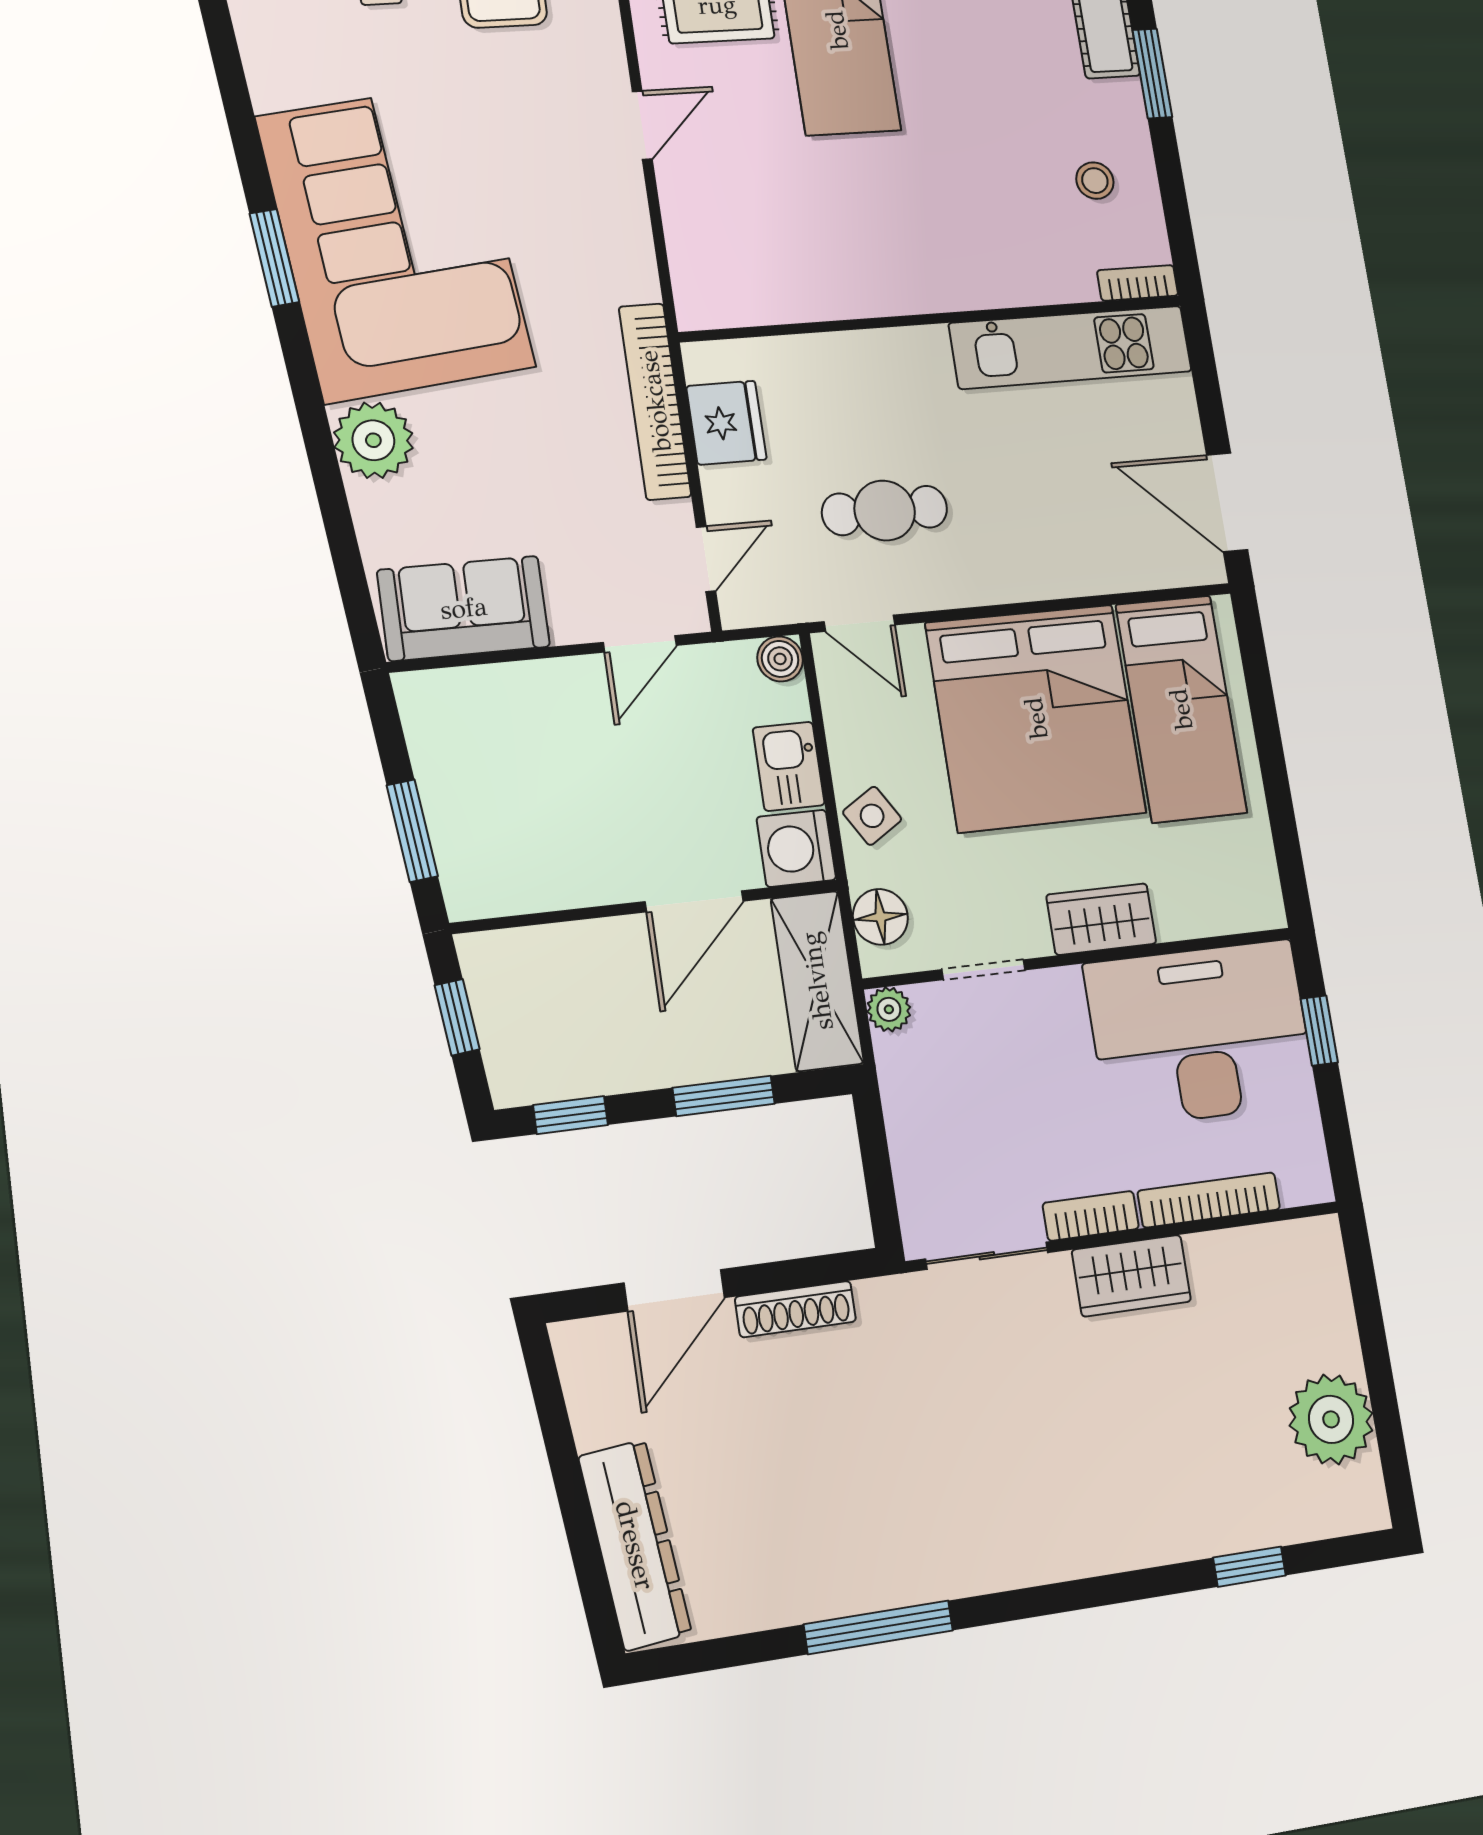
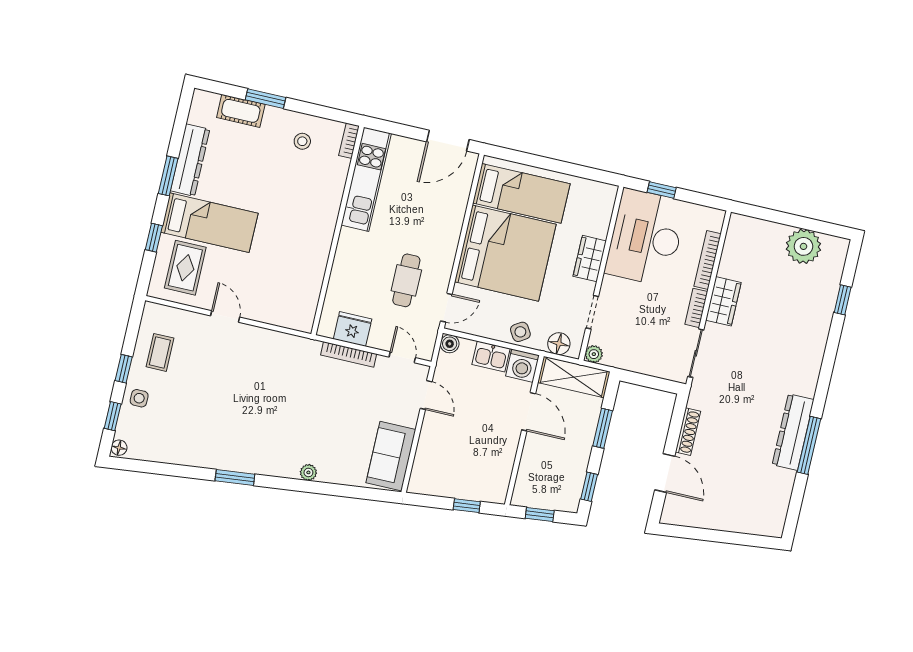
corner sofa: (396, 242) -> (243, 430), removed
bookcase: (655, 401) -> (349, 354), width x0.68, depth x0.76
plant: (373, 440) -> (308, 472), width x0.53, depth x0.53
window: (412, 831) -> (467, 506), width x0.67
dresser: (635, 1545) -> (793, 432), moved, turned -84

